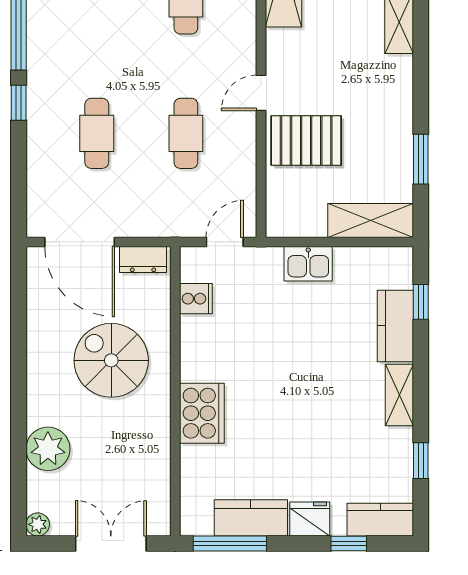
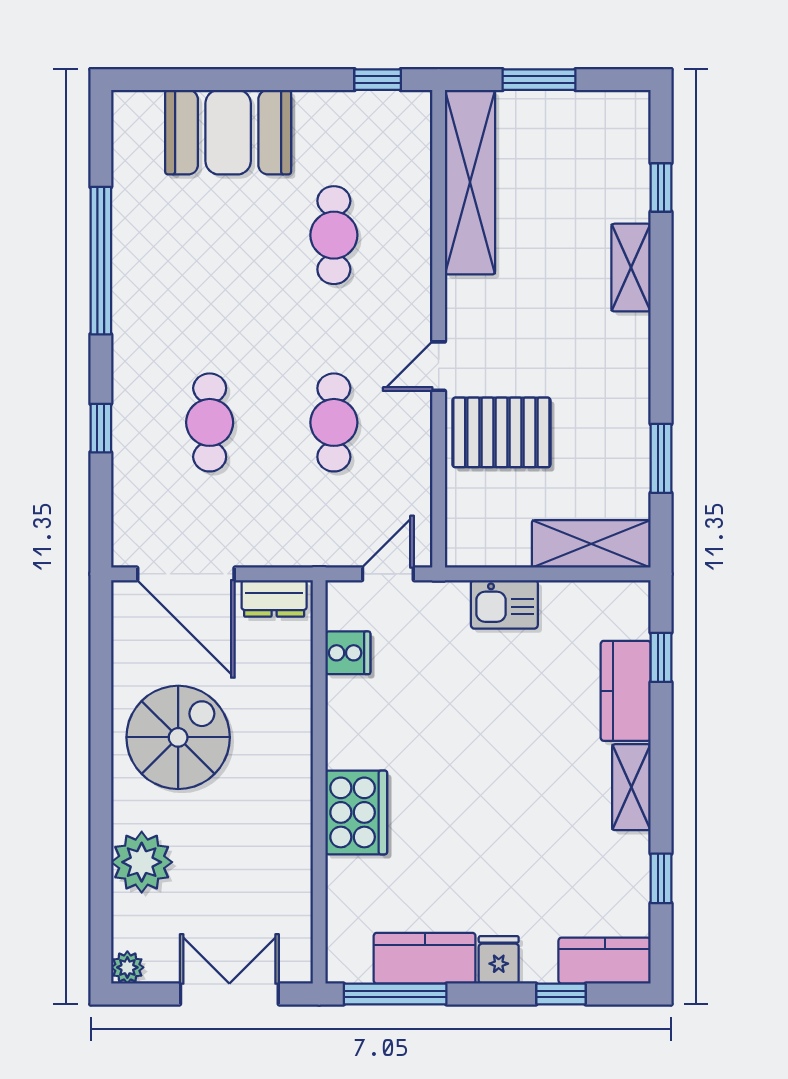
window: (19, 103) -> (101, 428), moved
spiral stairs: (111, 360) -> (178, 737), moved, turned 90
fridge: (310, 519) -> (499, 960), width x0.72

